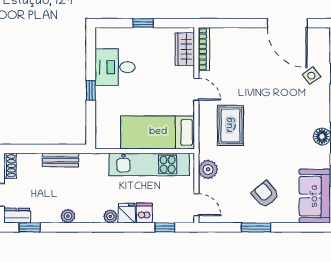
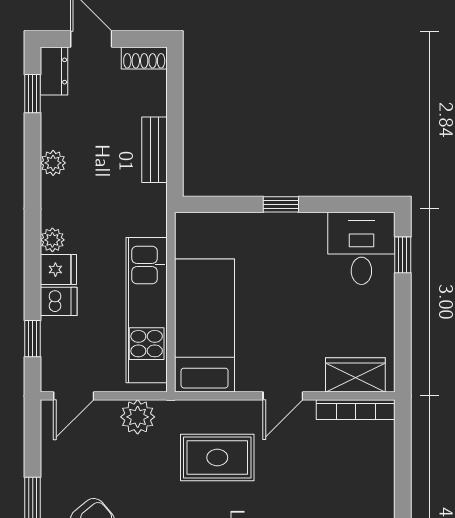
window: (143, 23) -> (403, 255), moved
desk: (115, 67) -> (361, 248), moved

